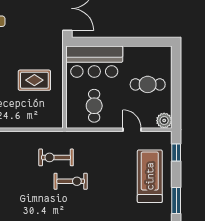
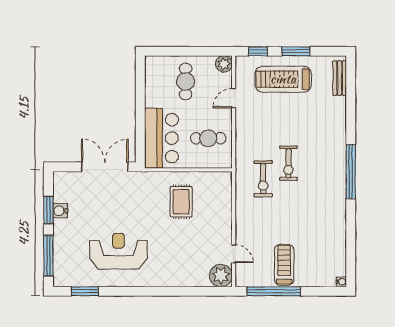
exercise bike: (71, 181) -> (288, 163), turned 180
window: (176, 200) -> (296, 51), moved

